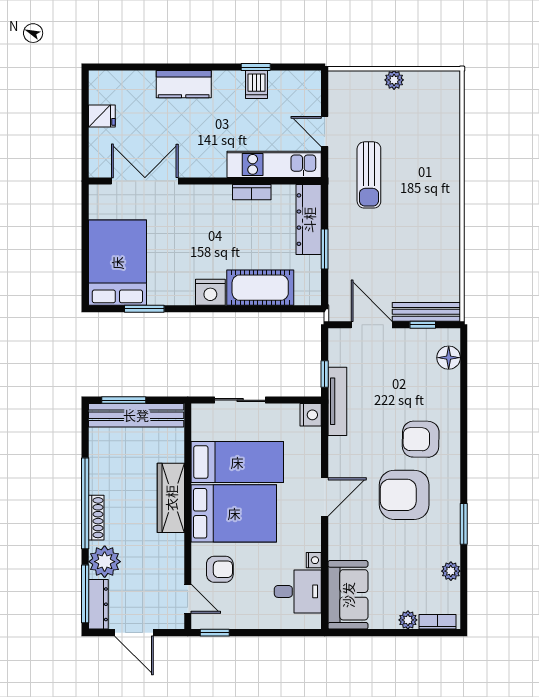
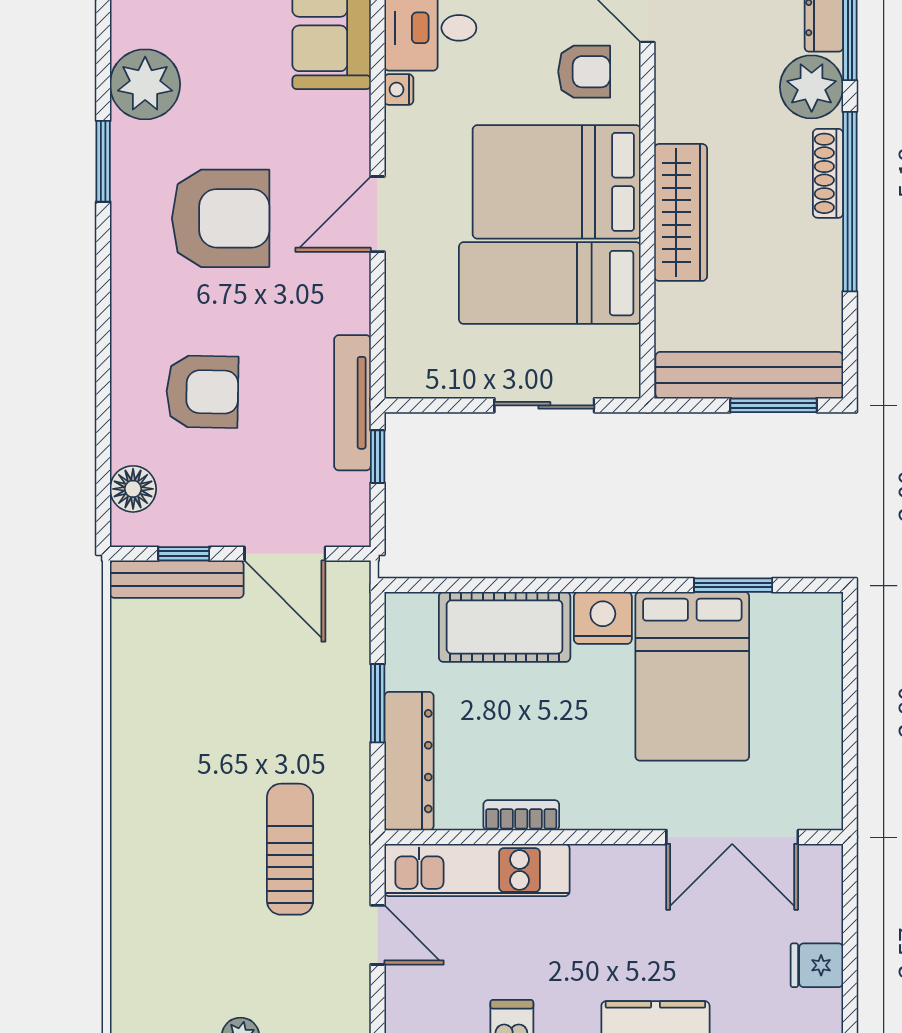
bed: (117, 263) -> (692, 676), moved
nightstand: (311, 415) -> (405, 376), removed
armchair: (421, 439) -> (202, 392), moved
armchair: (220, 569) -> (584, 72), turned 180
plant: (451, 571) -> (145, 84), width x1.88, depth x1.88

